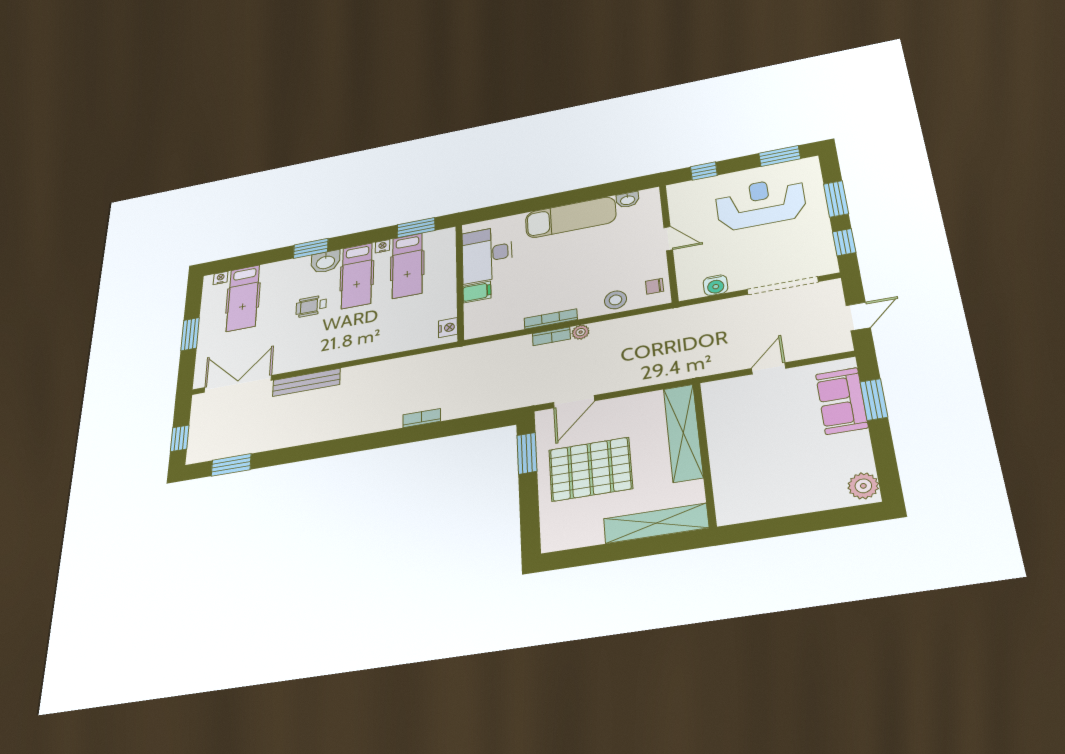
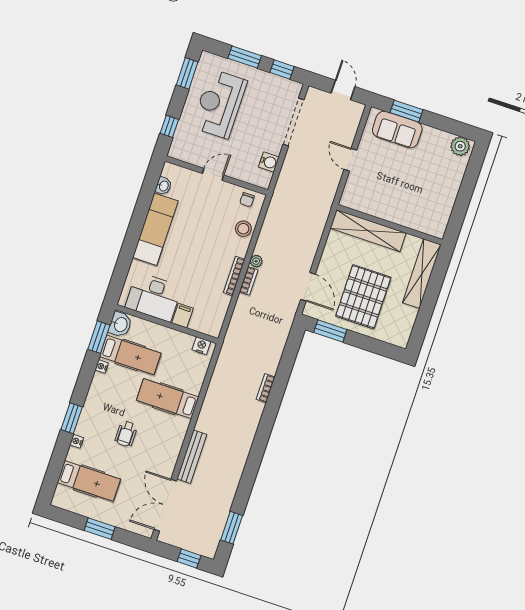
washbasin: (325, 262) -> (120, 324), moved
hospital bed: (357, 276) -> (168, 399), moved, turned 180
nightstand: (221, 278) -> (77, 441), moved

